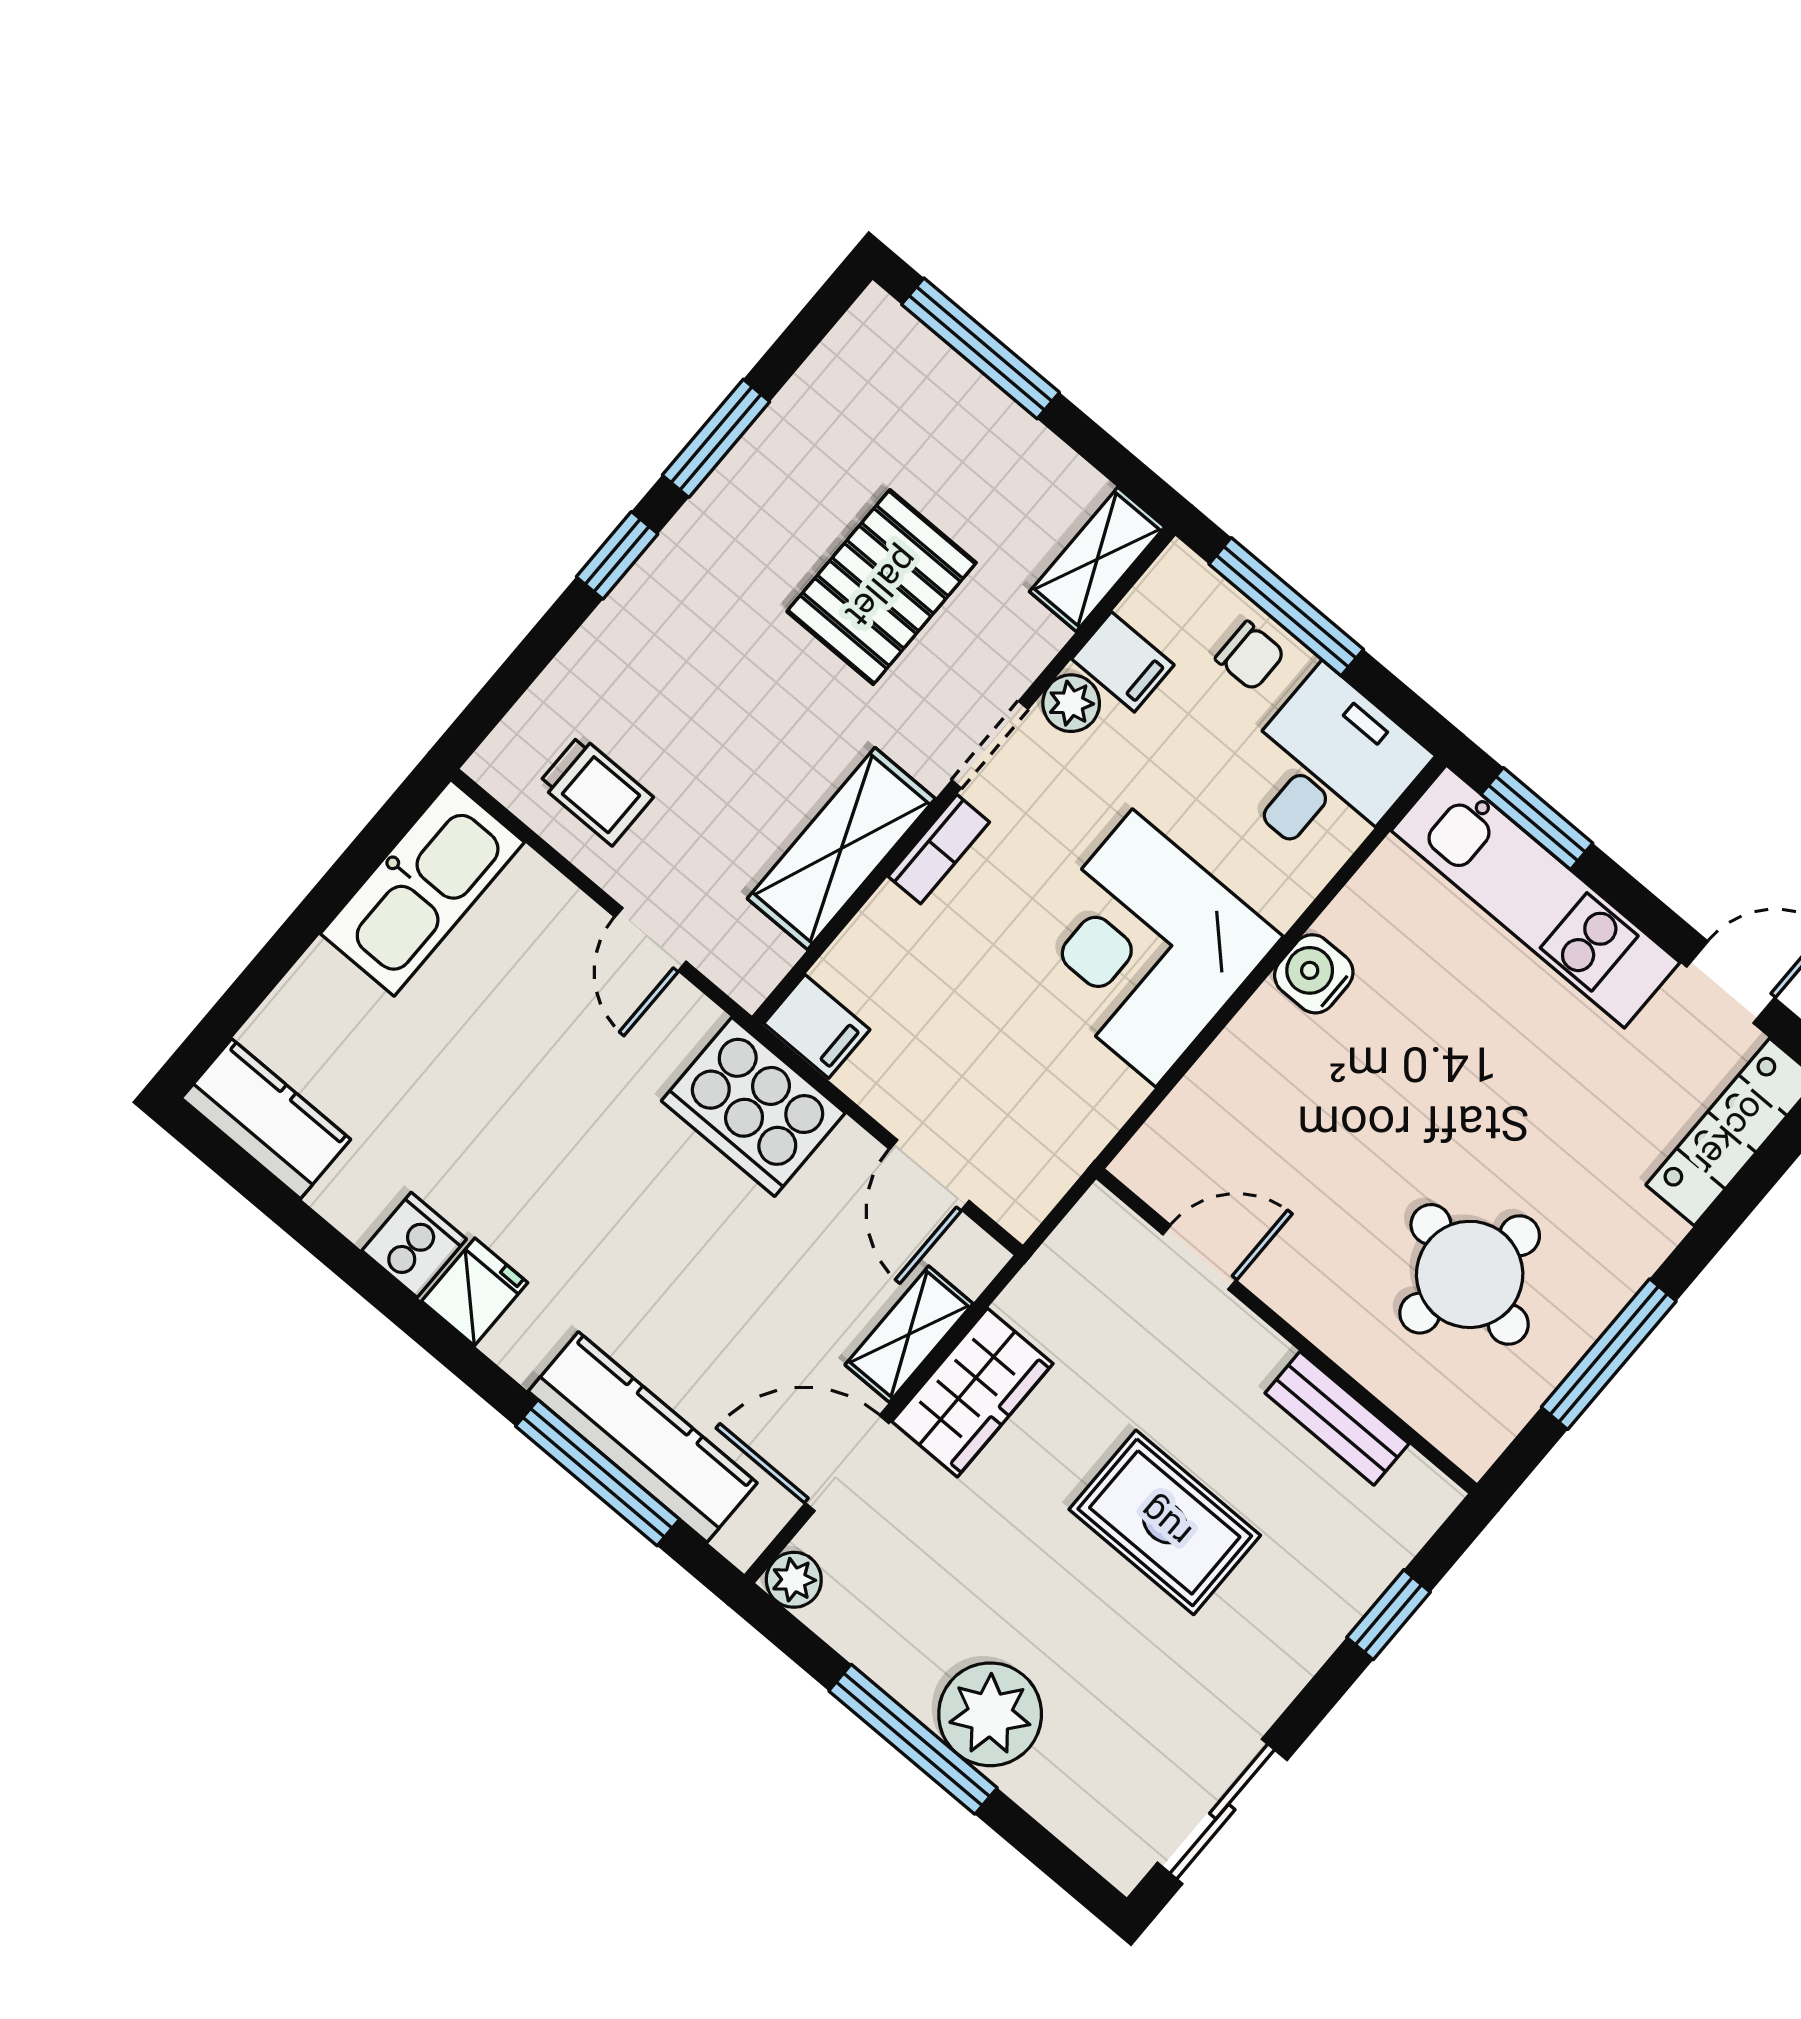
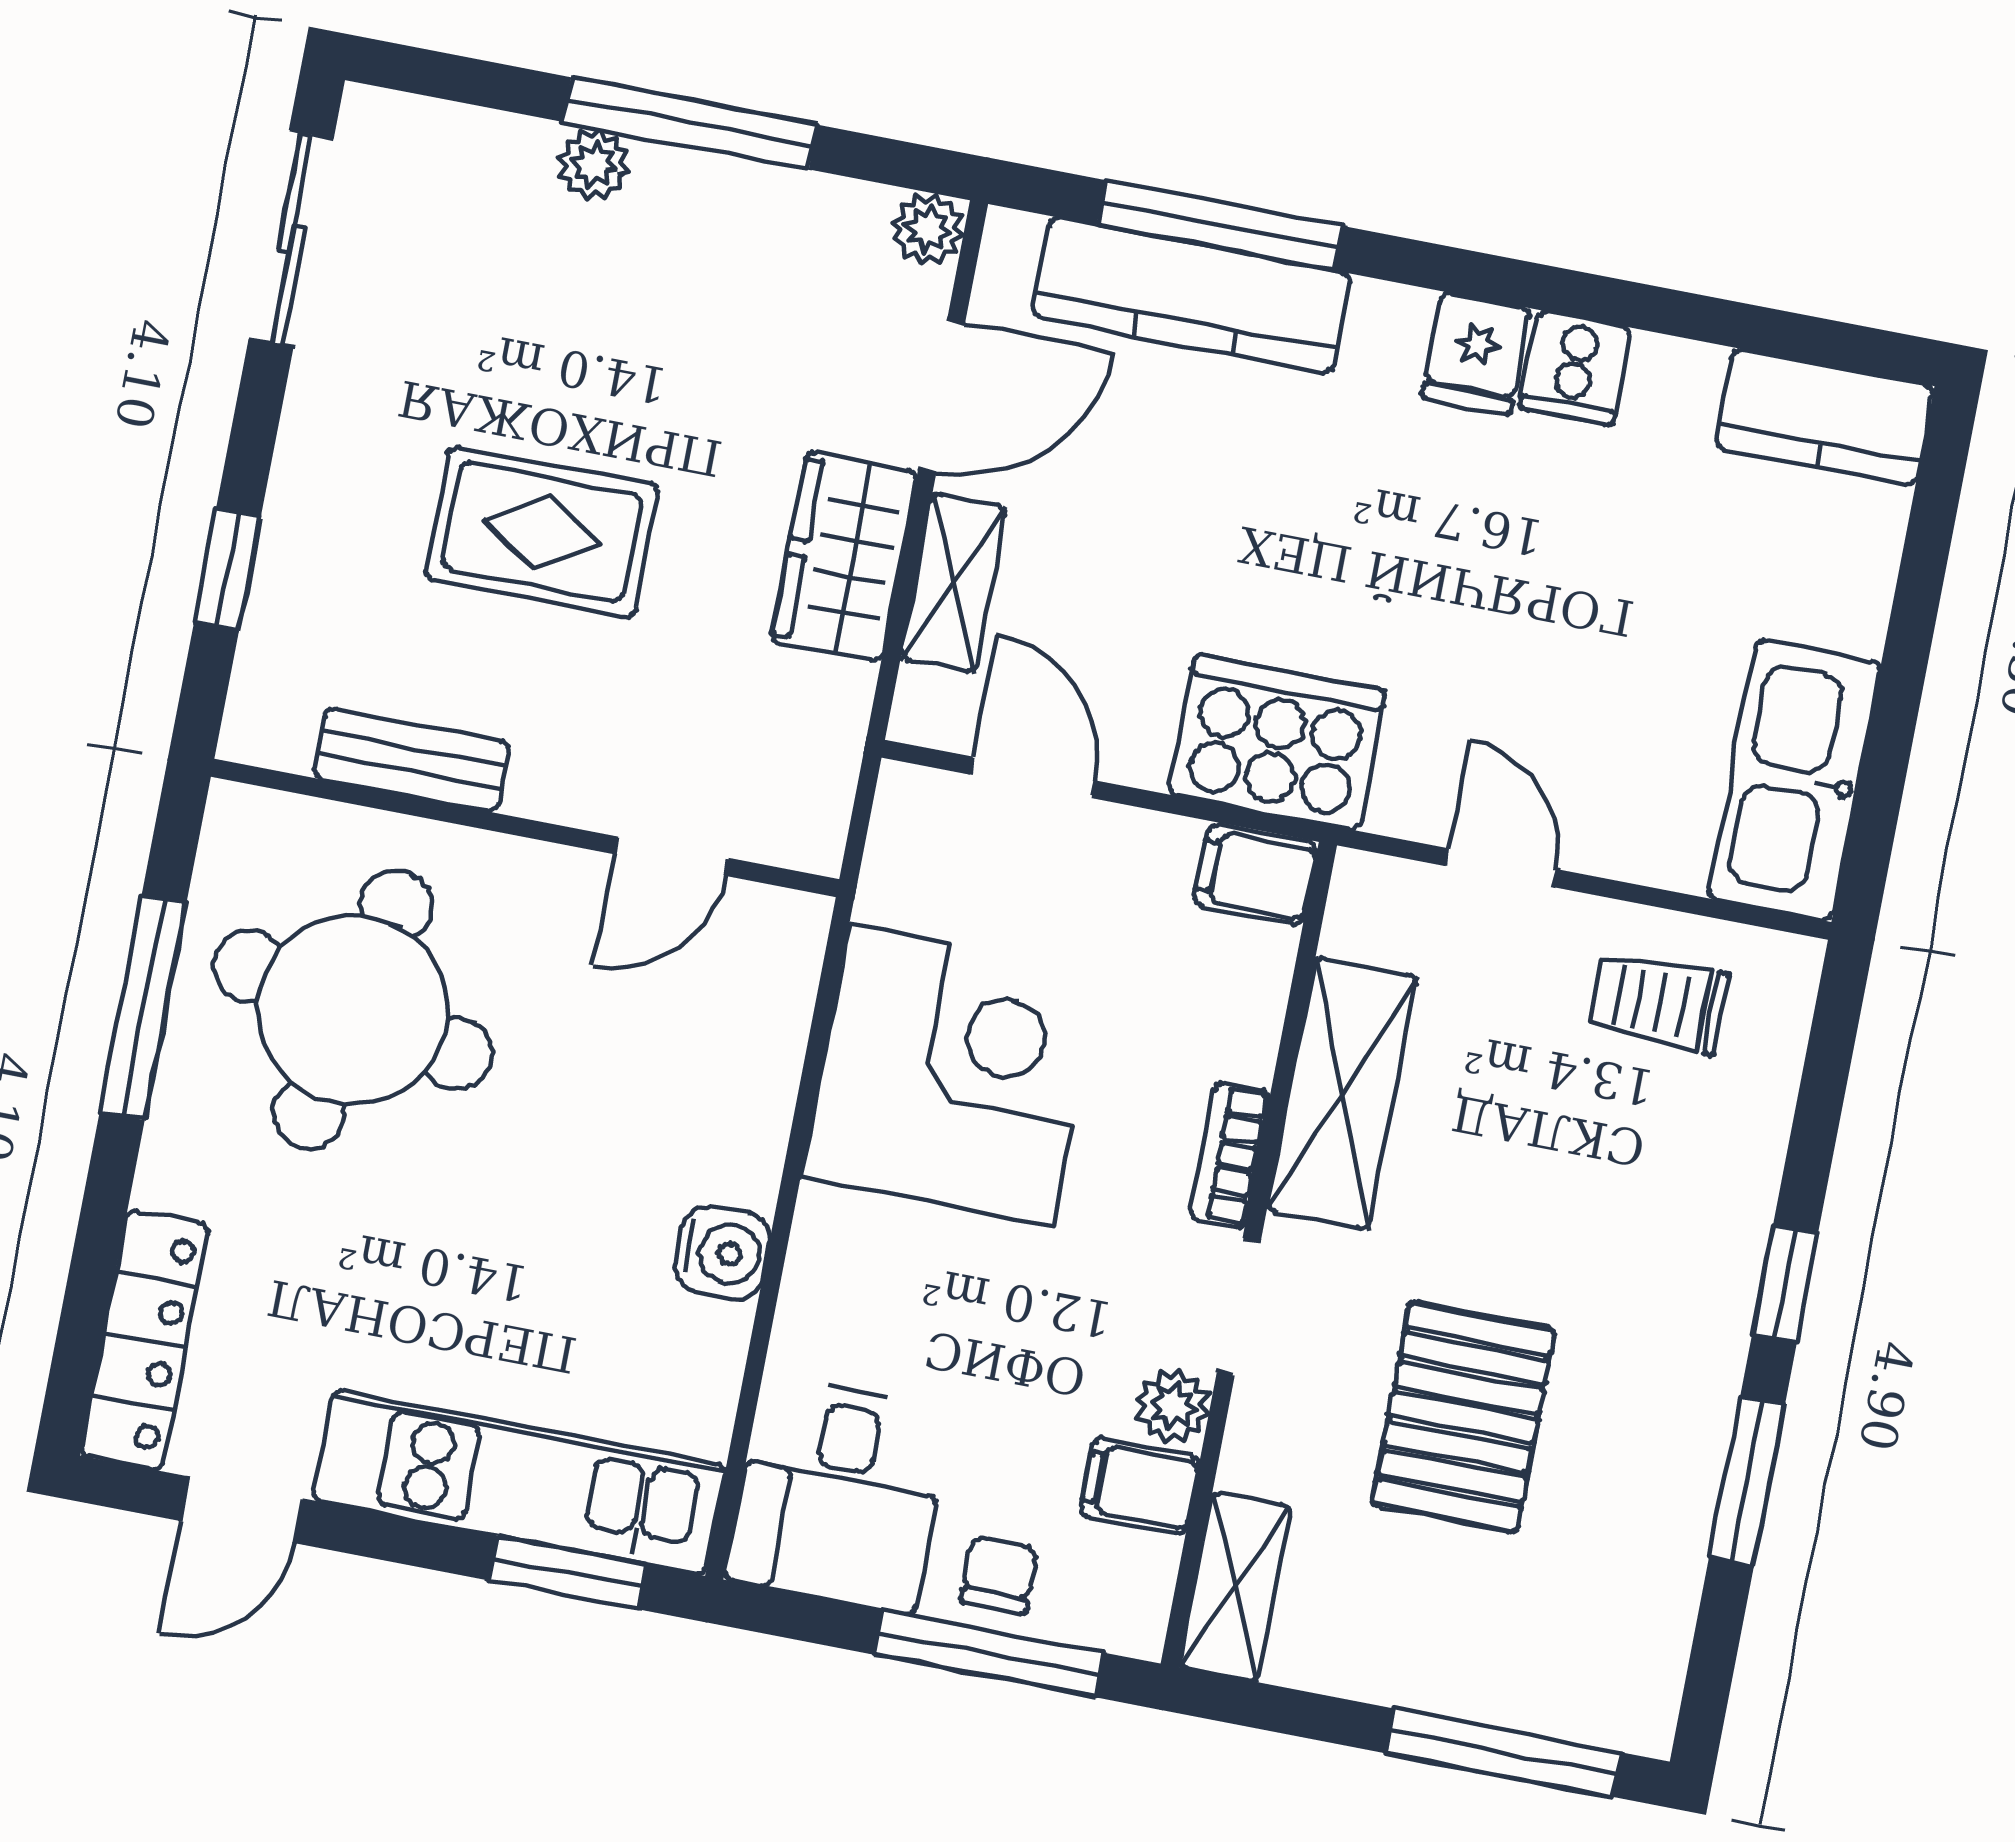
chair: (1250, 656) -> (999, 1575), turned 90
corner desk: (1144, 948) -> (952, 1075), moved
round table: (1470, 1274) -> (353, 1010), width x1.36, depth x1.36
plant: (990, 1714) -> (593, 164), width x0.53, depth x0.53

